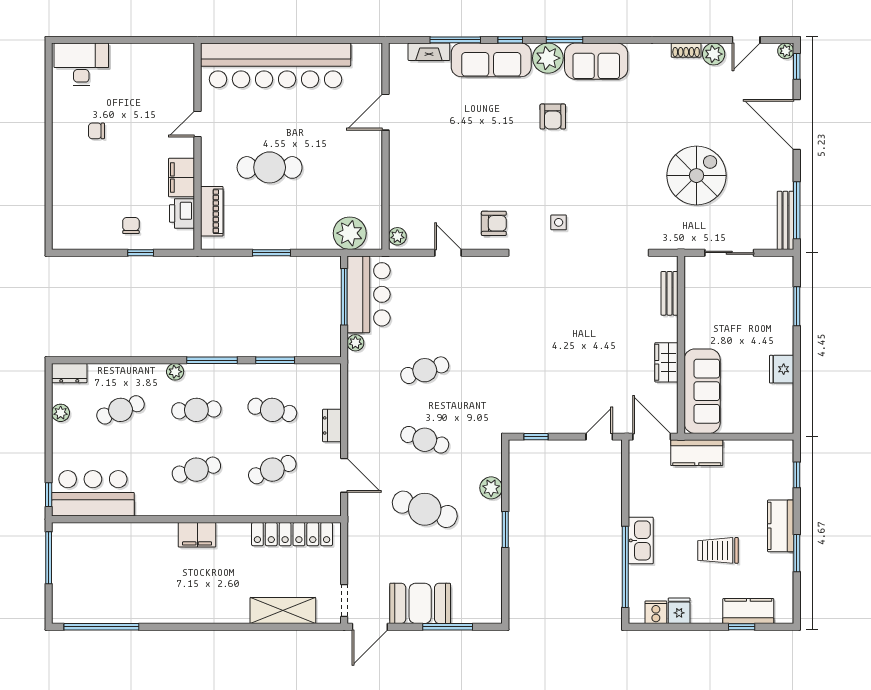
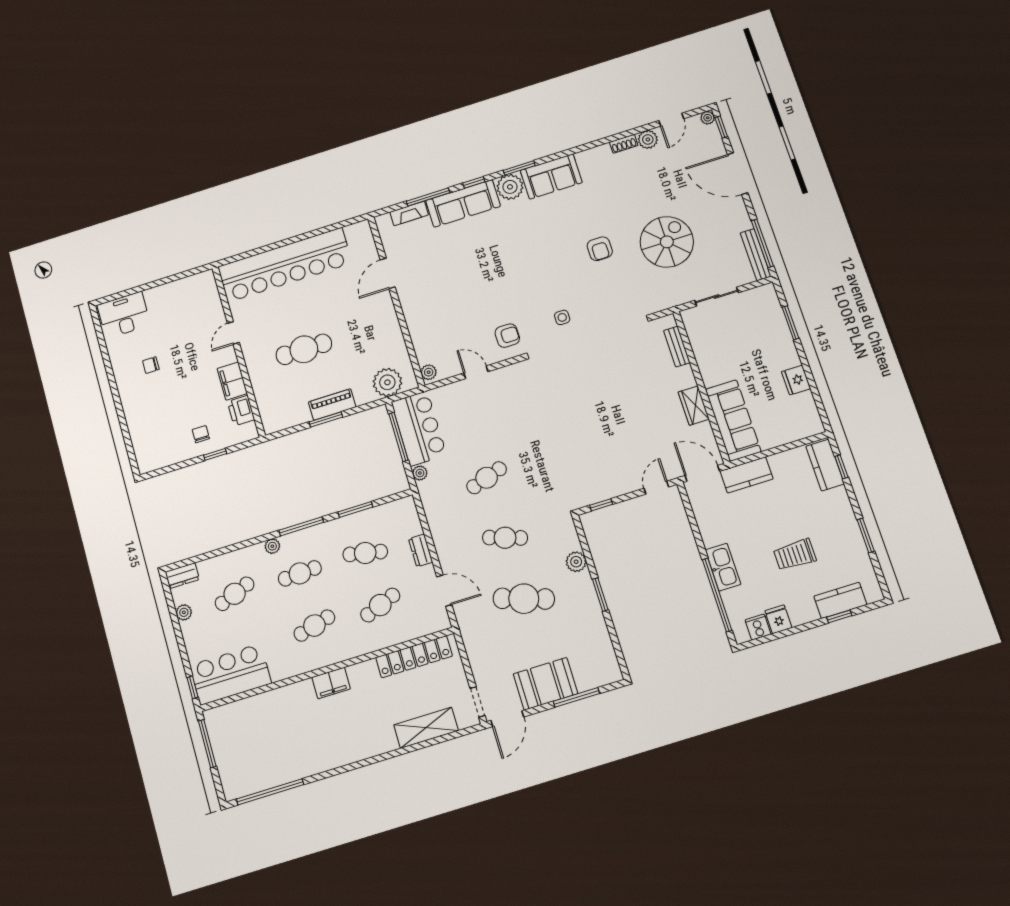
armchair: (553, 117) -> (600, 249), moved
piano: (212, 211) -> (332, 404), moved, turned -90
kitchen counter: (781, 526) -> (825, 465), moved

